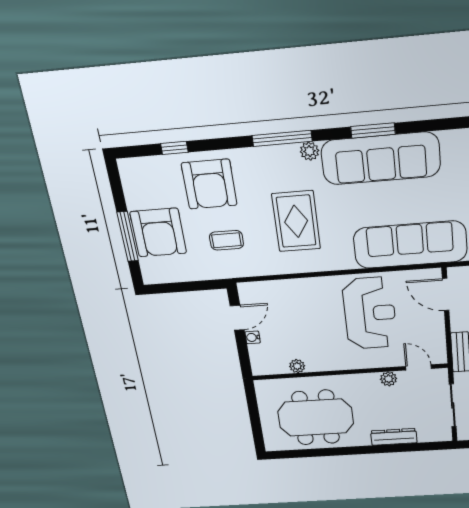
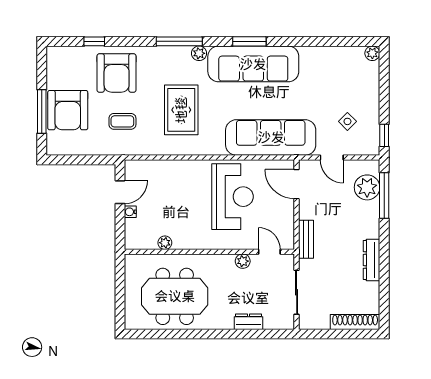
dresser: (394, 437) -> (248, 322), width x0.70

